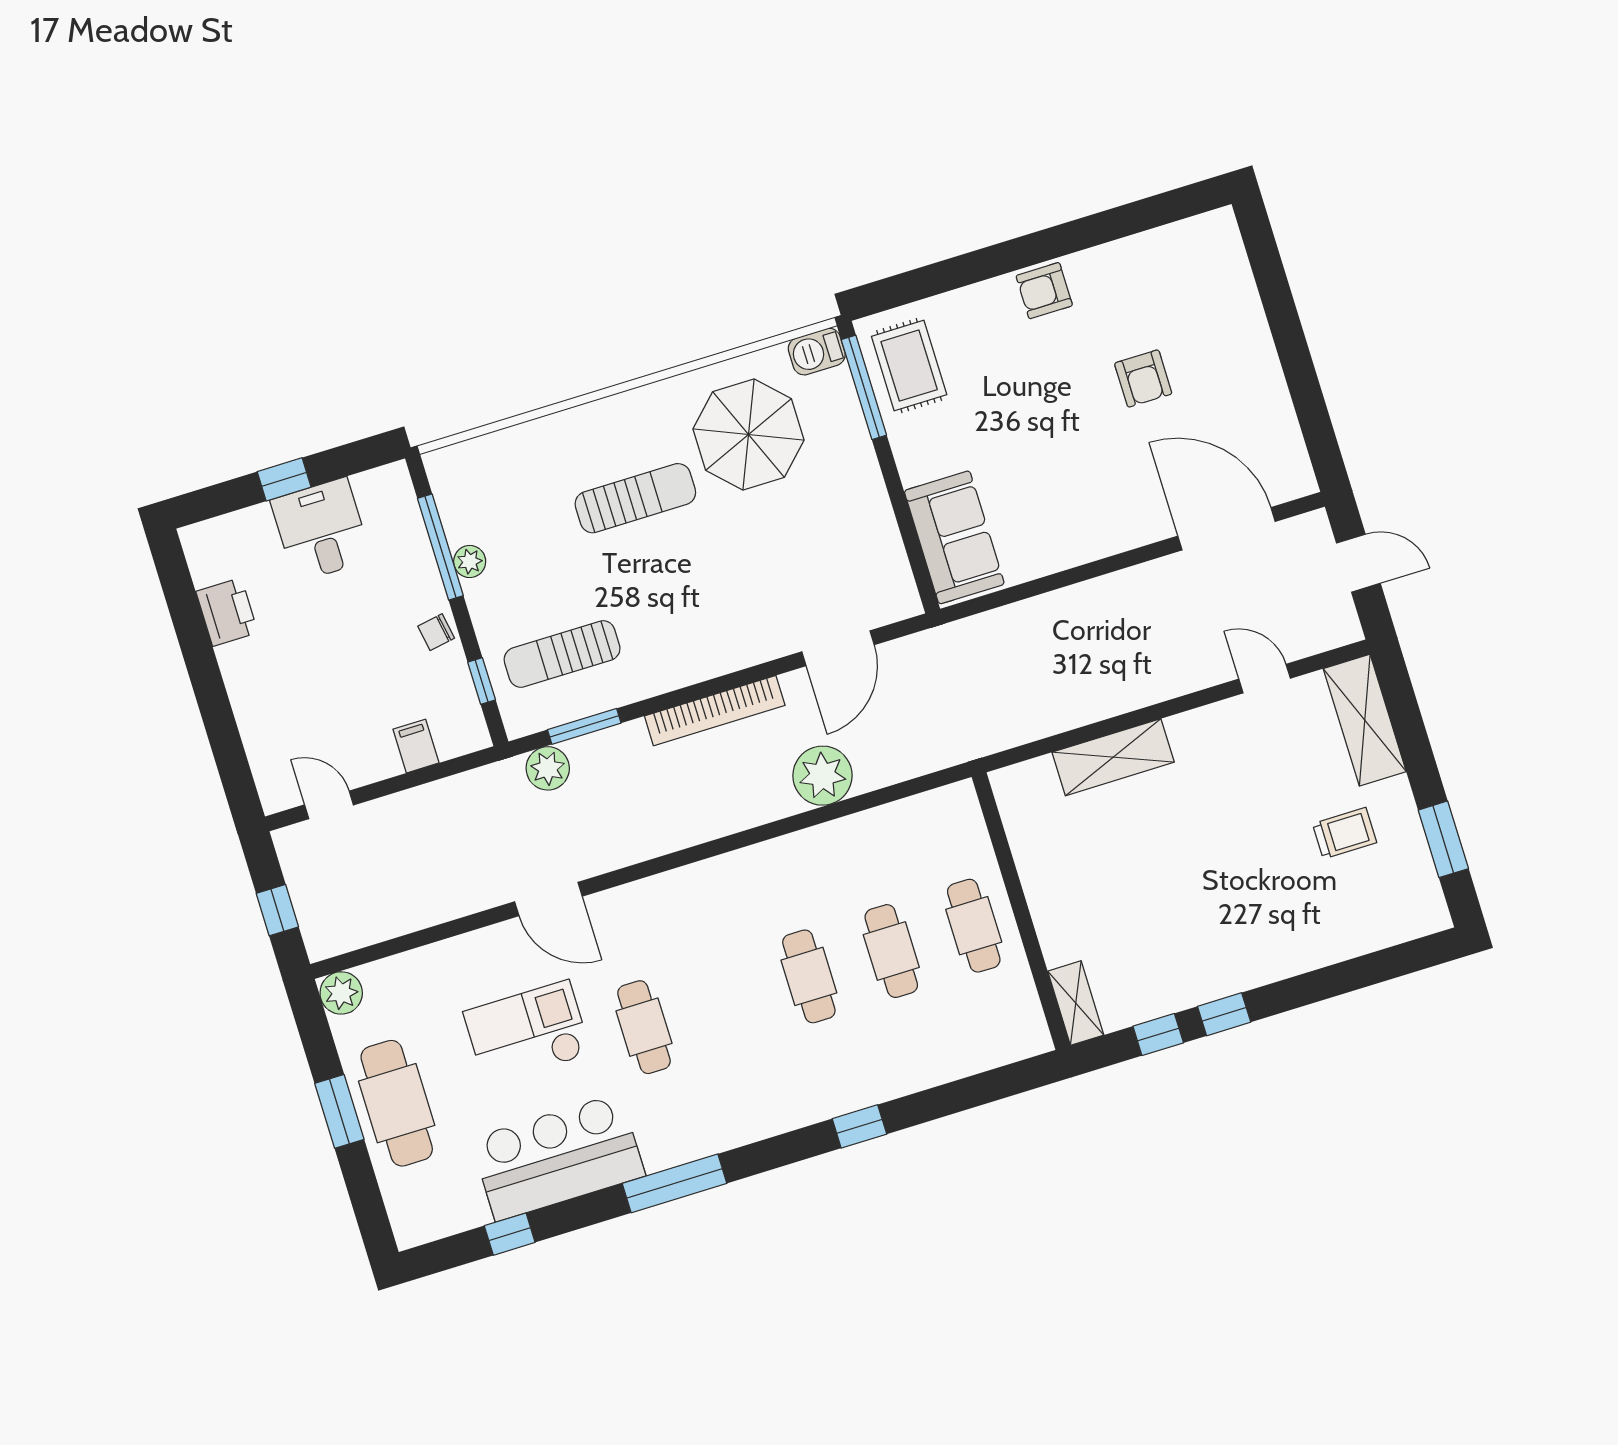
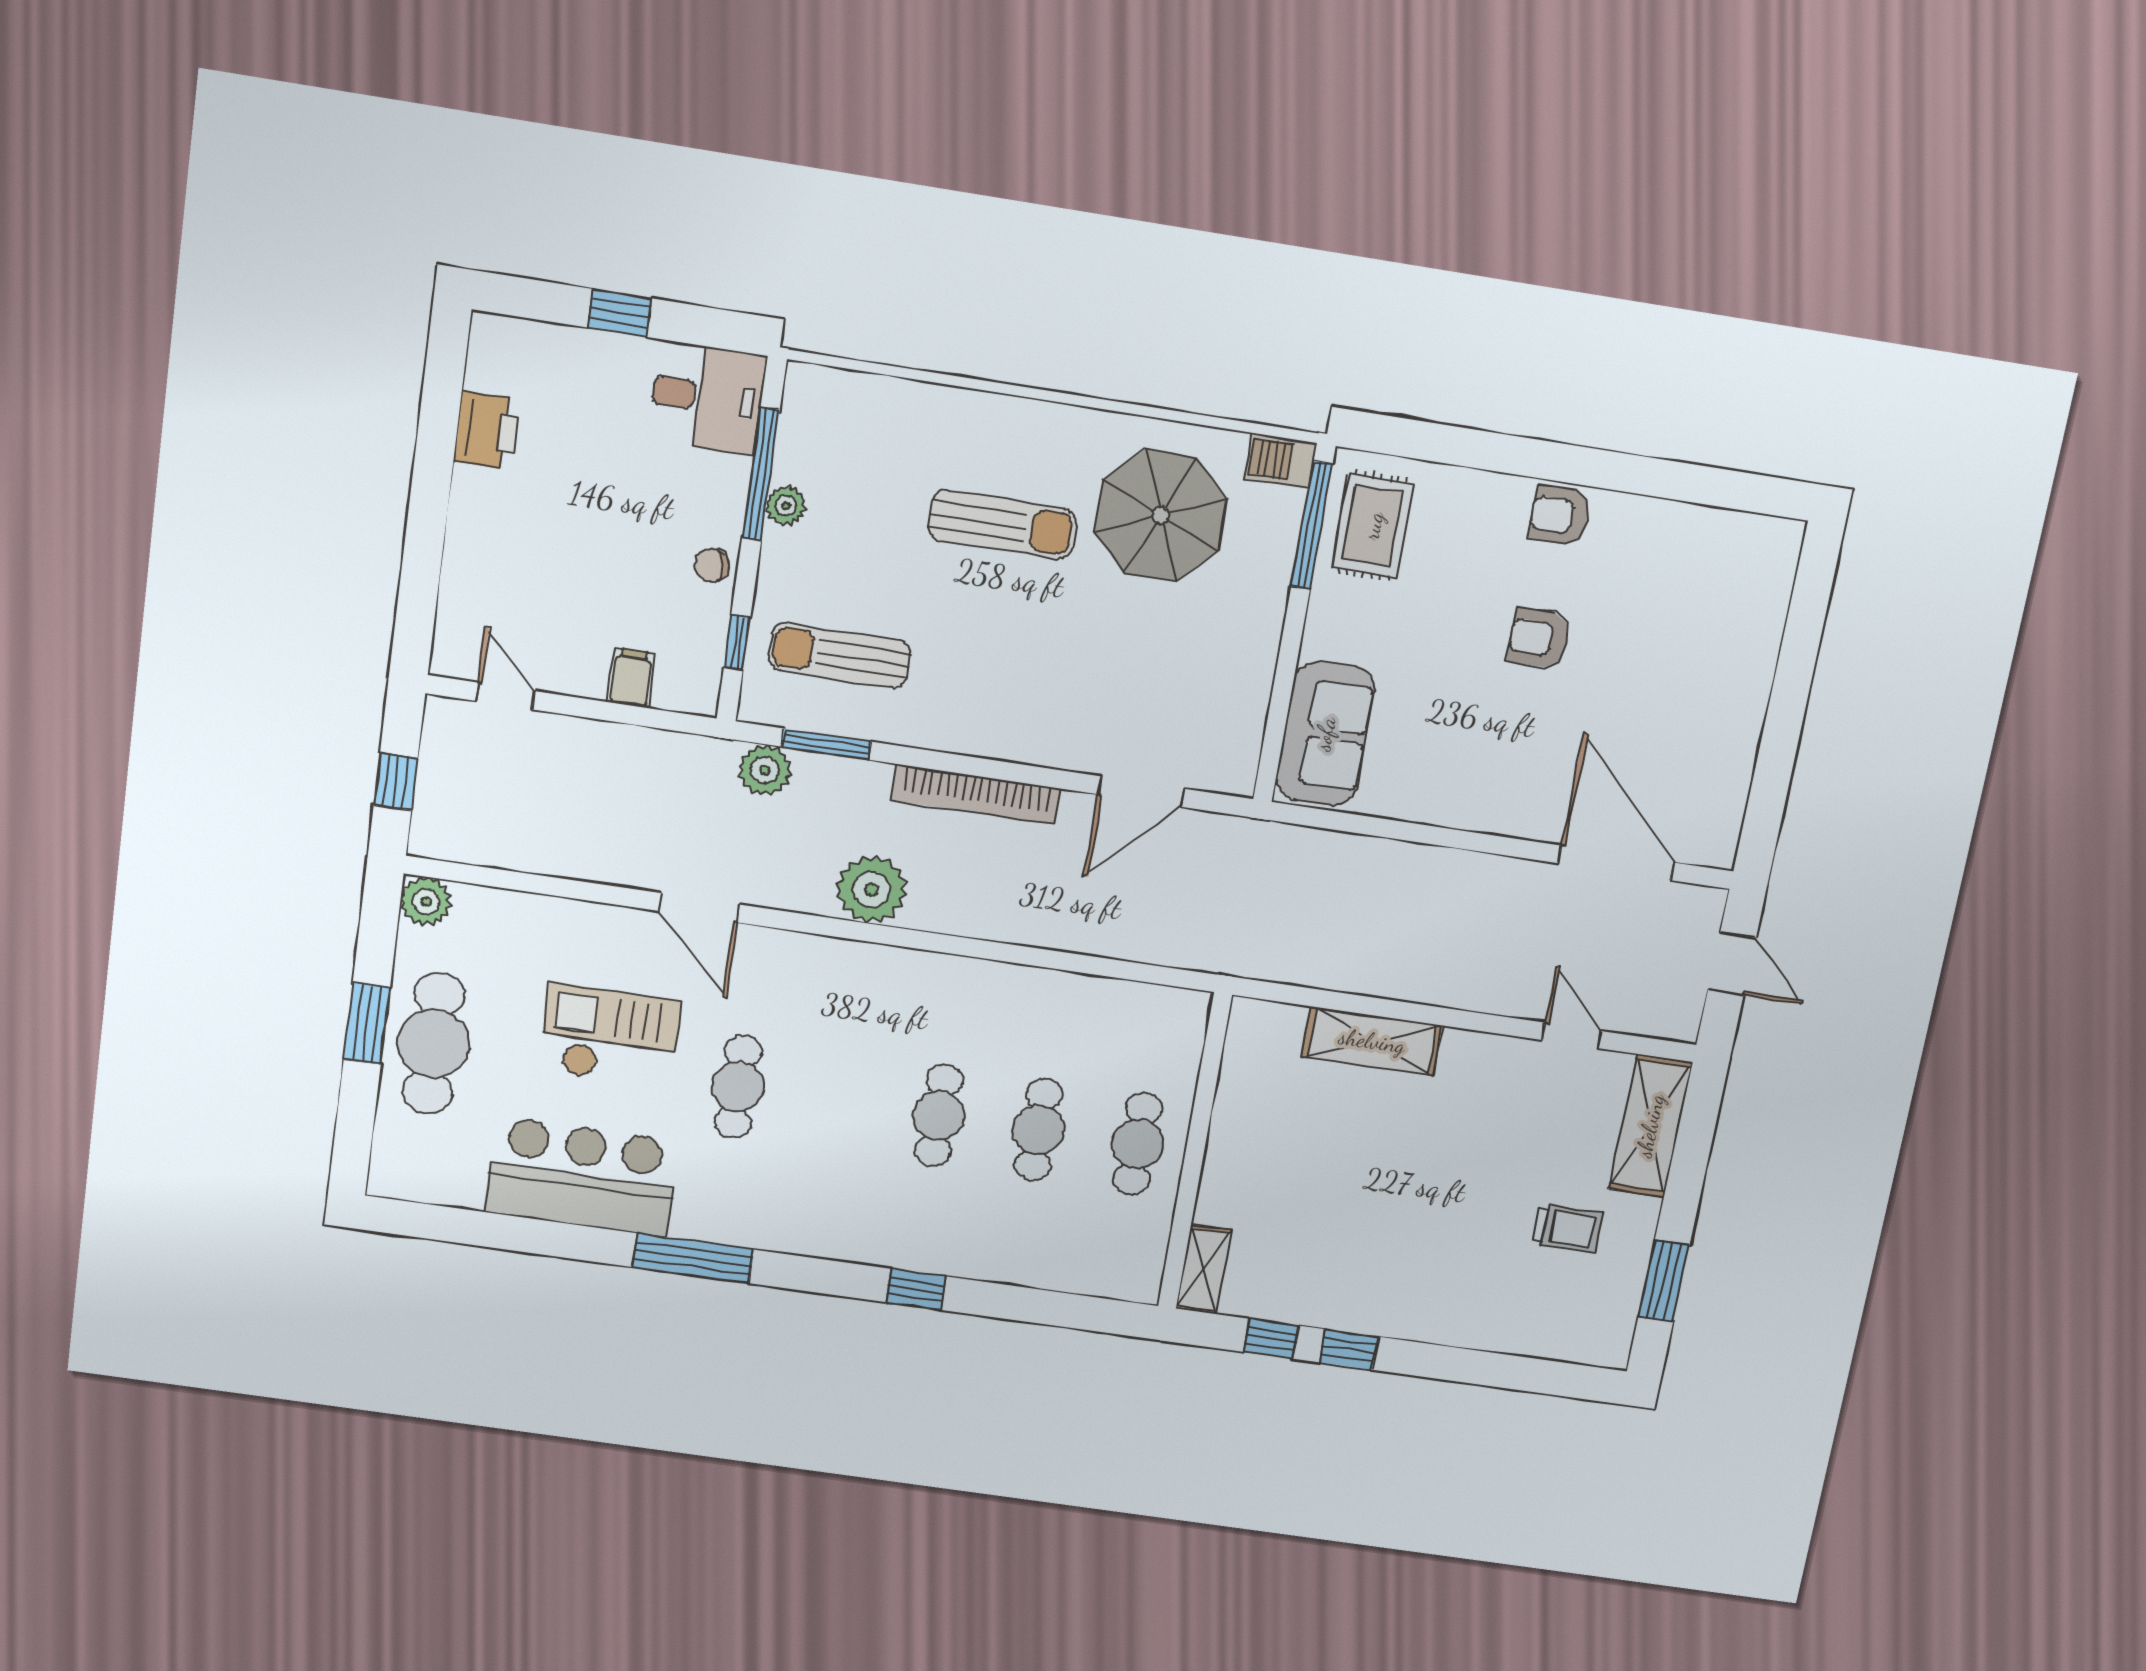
armchair: (1143, 378) -> (1539, 638), moved, turned 90
desk: (321, 530) -> (707, 397), moved, turned 90
plant: (822, 776) -> (871, 889), moved
window: (510, 1234) -> (493, 1231), removed

